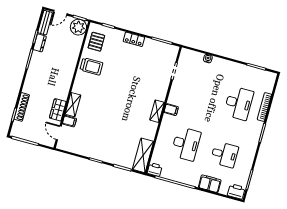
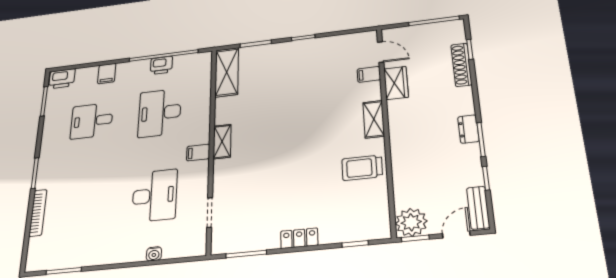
pallet: (96, 42) -> (368, 210), removed
dresser: (40, 43) -> (468, 129), moved
desk: (239, 103) -> (155, 196), moved, turned 180
shelving: (73, 105) -> (374, 119), moved
printer: (155, 170) -> (161, 65), moved
filing cabinet: (210, 184) -> (107, 74), width x0.50

